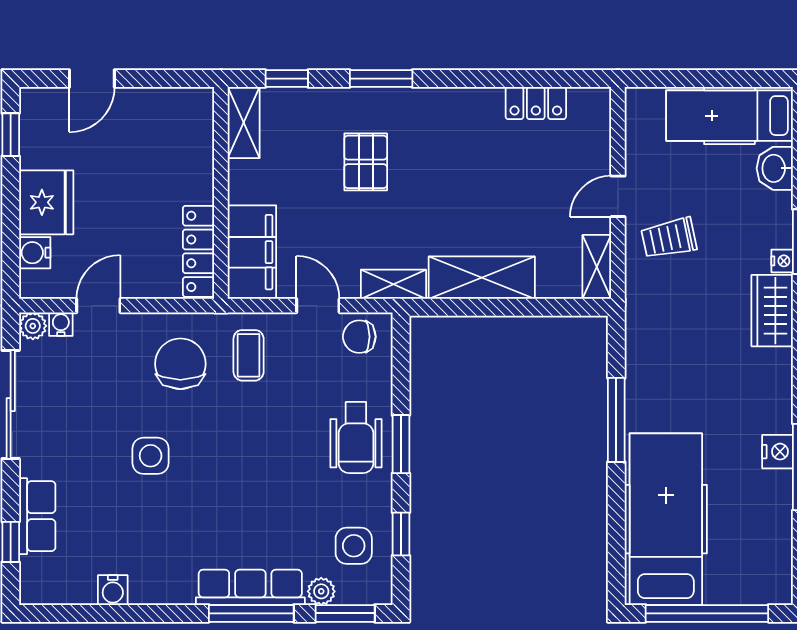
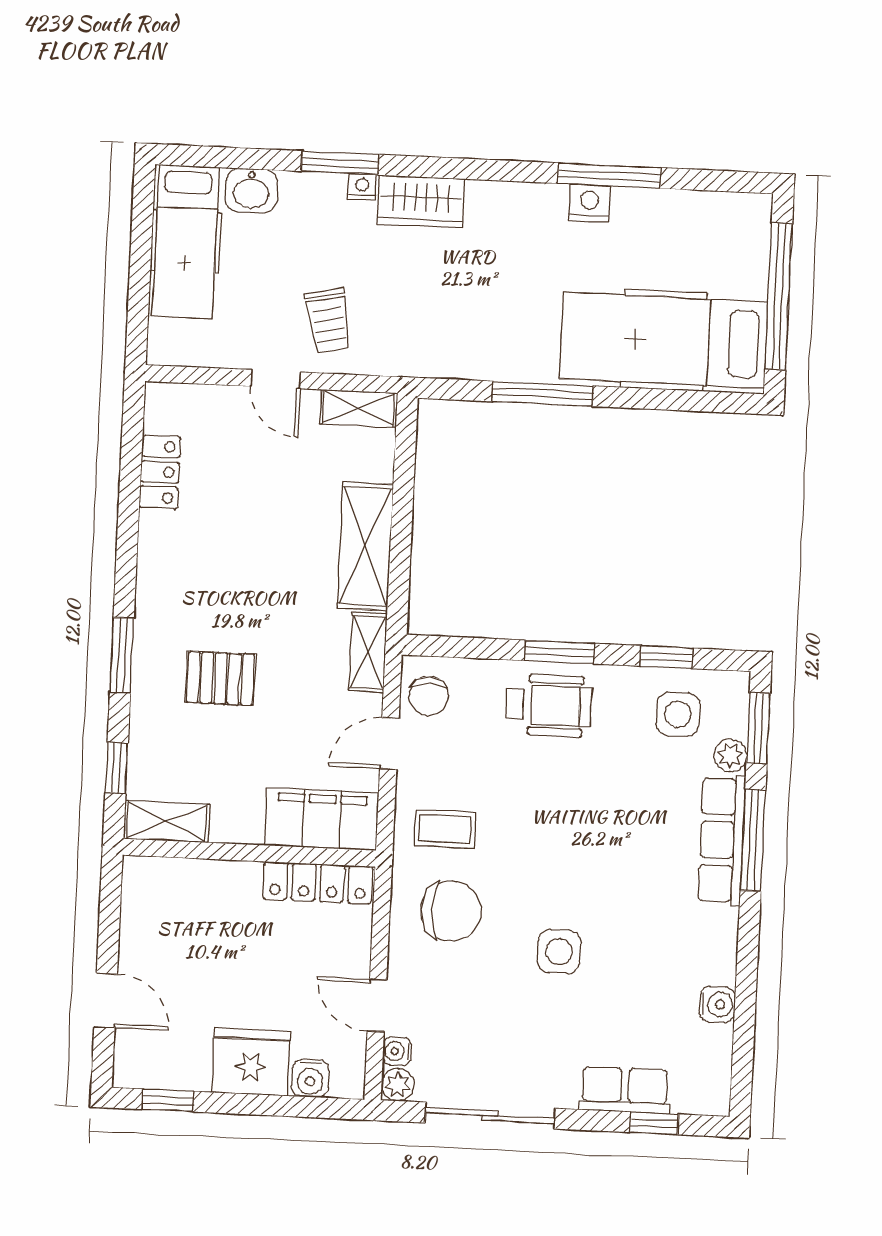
chair: (180, 364) -> (451, 911), turned 180

